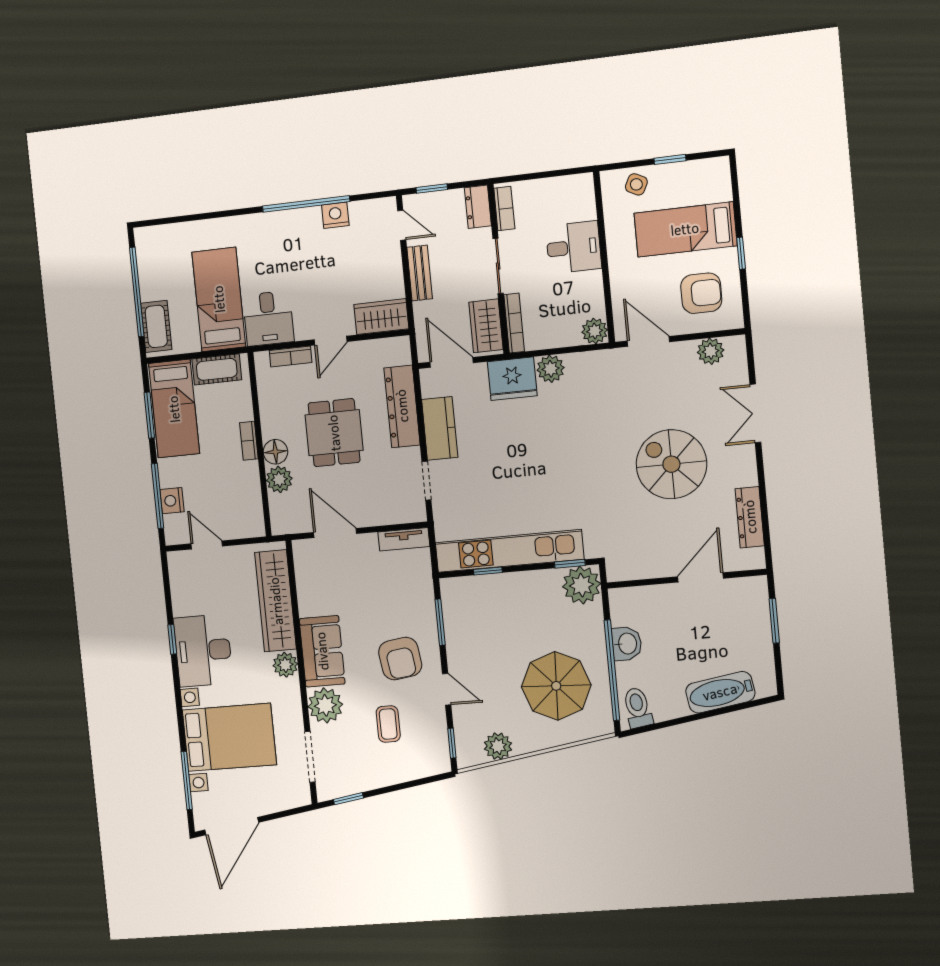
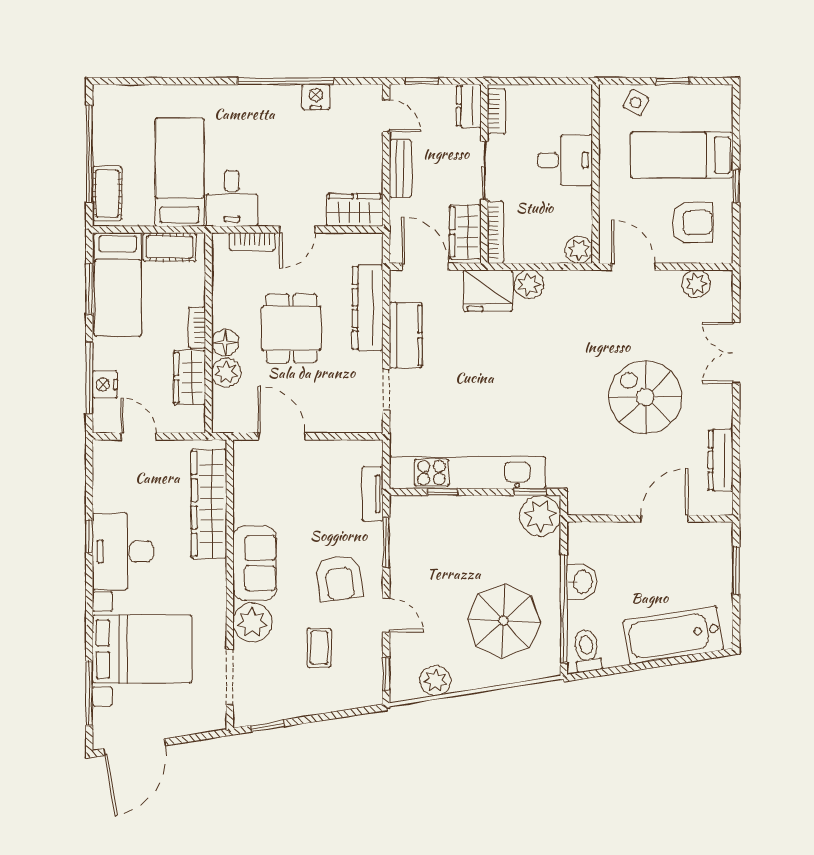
wardrobe: (247, 487) -> (189, 378), added
tv unit: (404, 539) -> (373, 494), moved, turned 90
plant: (285, 665) -> (213, 574), removed
bathtub: (720, 692) -> (673, 635), width x1.36, depth x1.36

